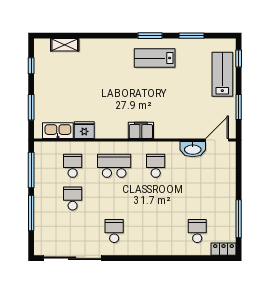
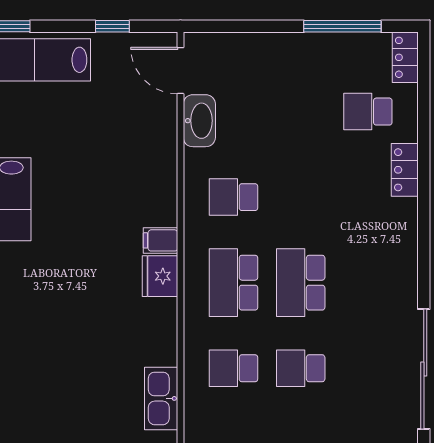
window: (239, 107) -> (112, 26), width x0.67
fridge: (84, 130) -> (160, 276), moved
filing cabinet: (141, 130) -> (161, 240), width x0.50
school desk: (114, 231) -> (301, 283), moved, width x1.85
locker: (169, 249) -> (405, 170), added

